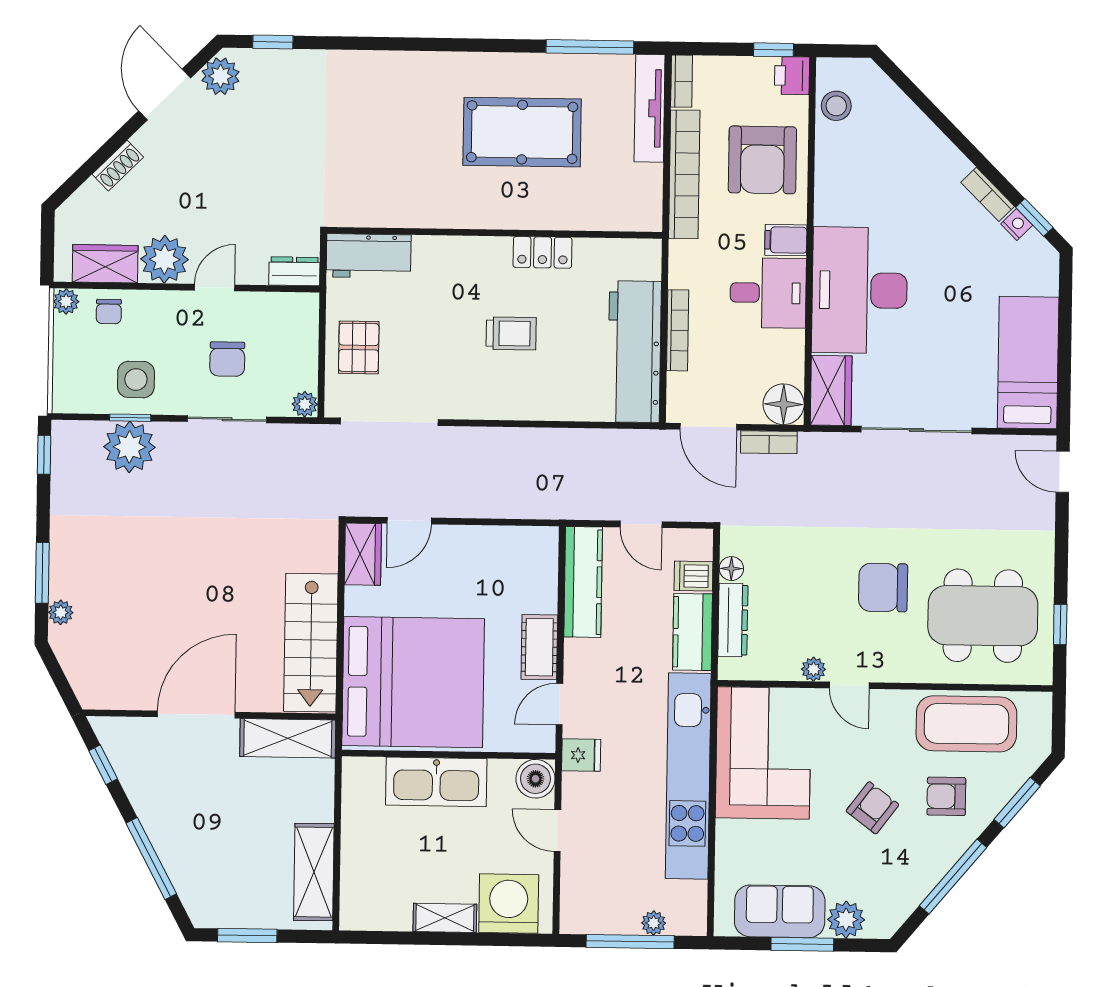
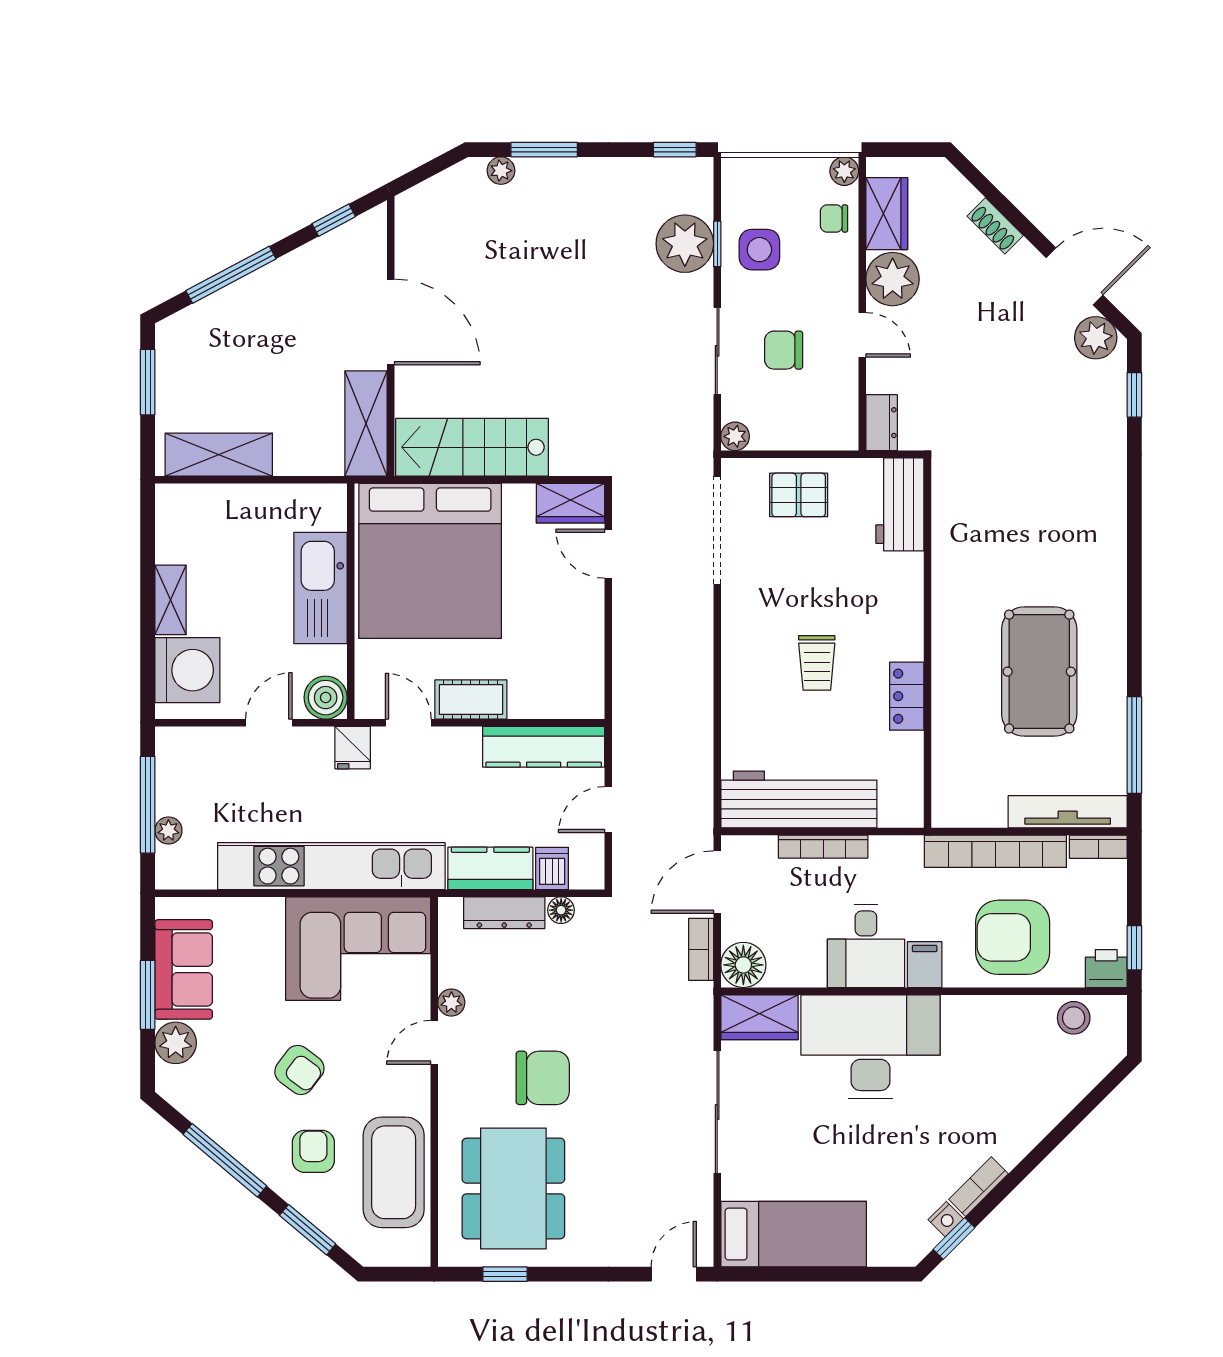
chair: (883, 588) -> (543, 1078), turned 90

